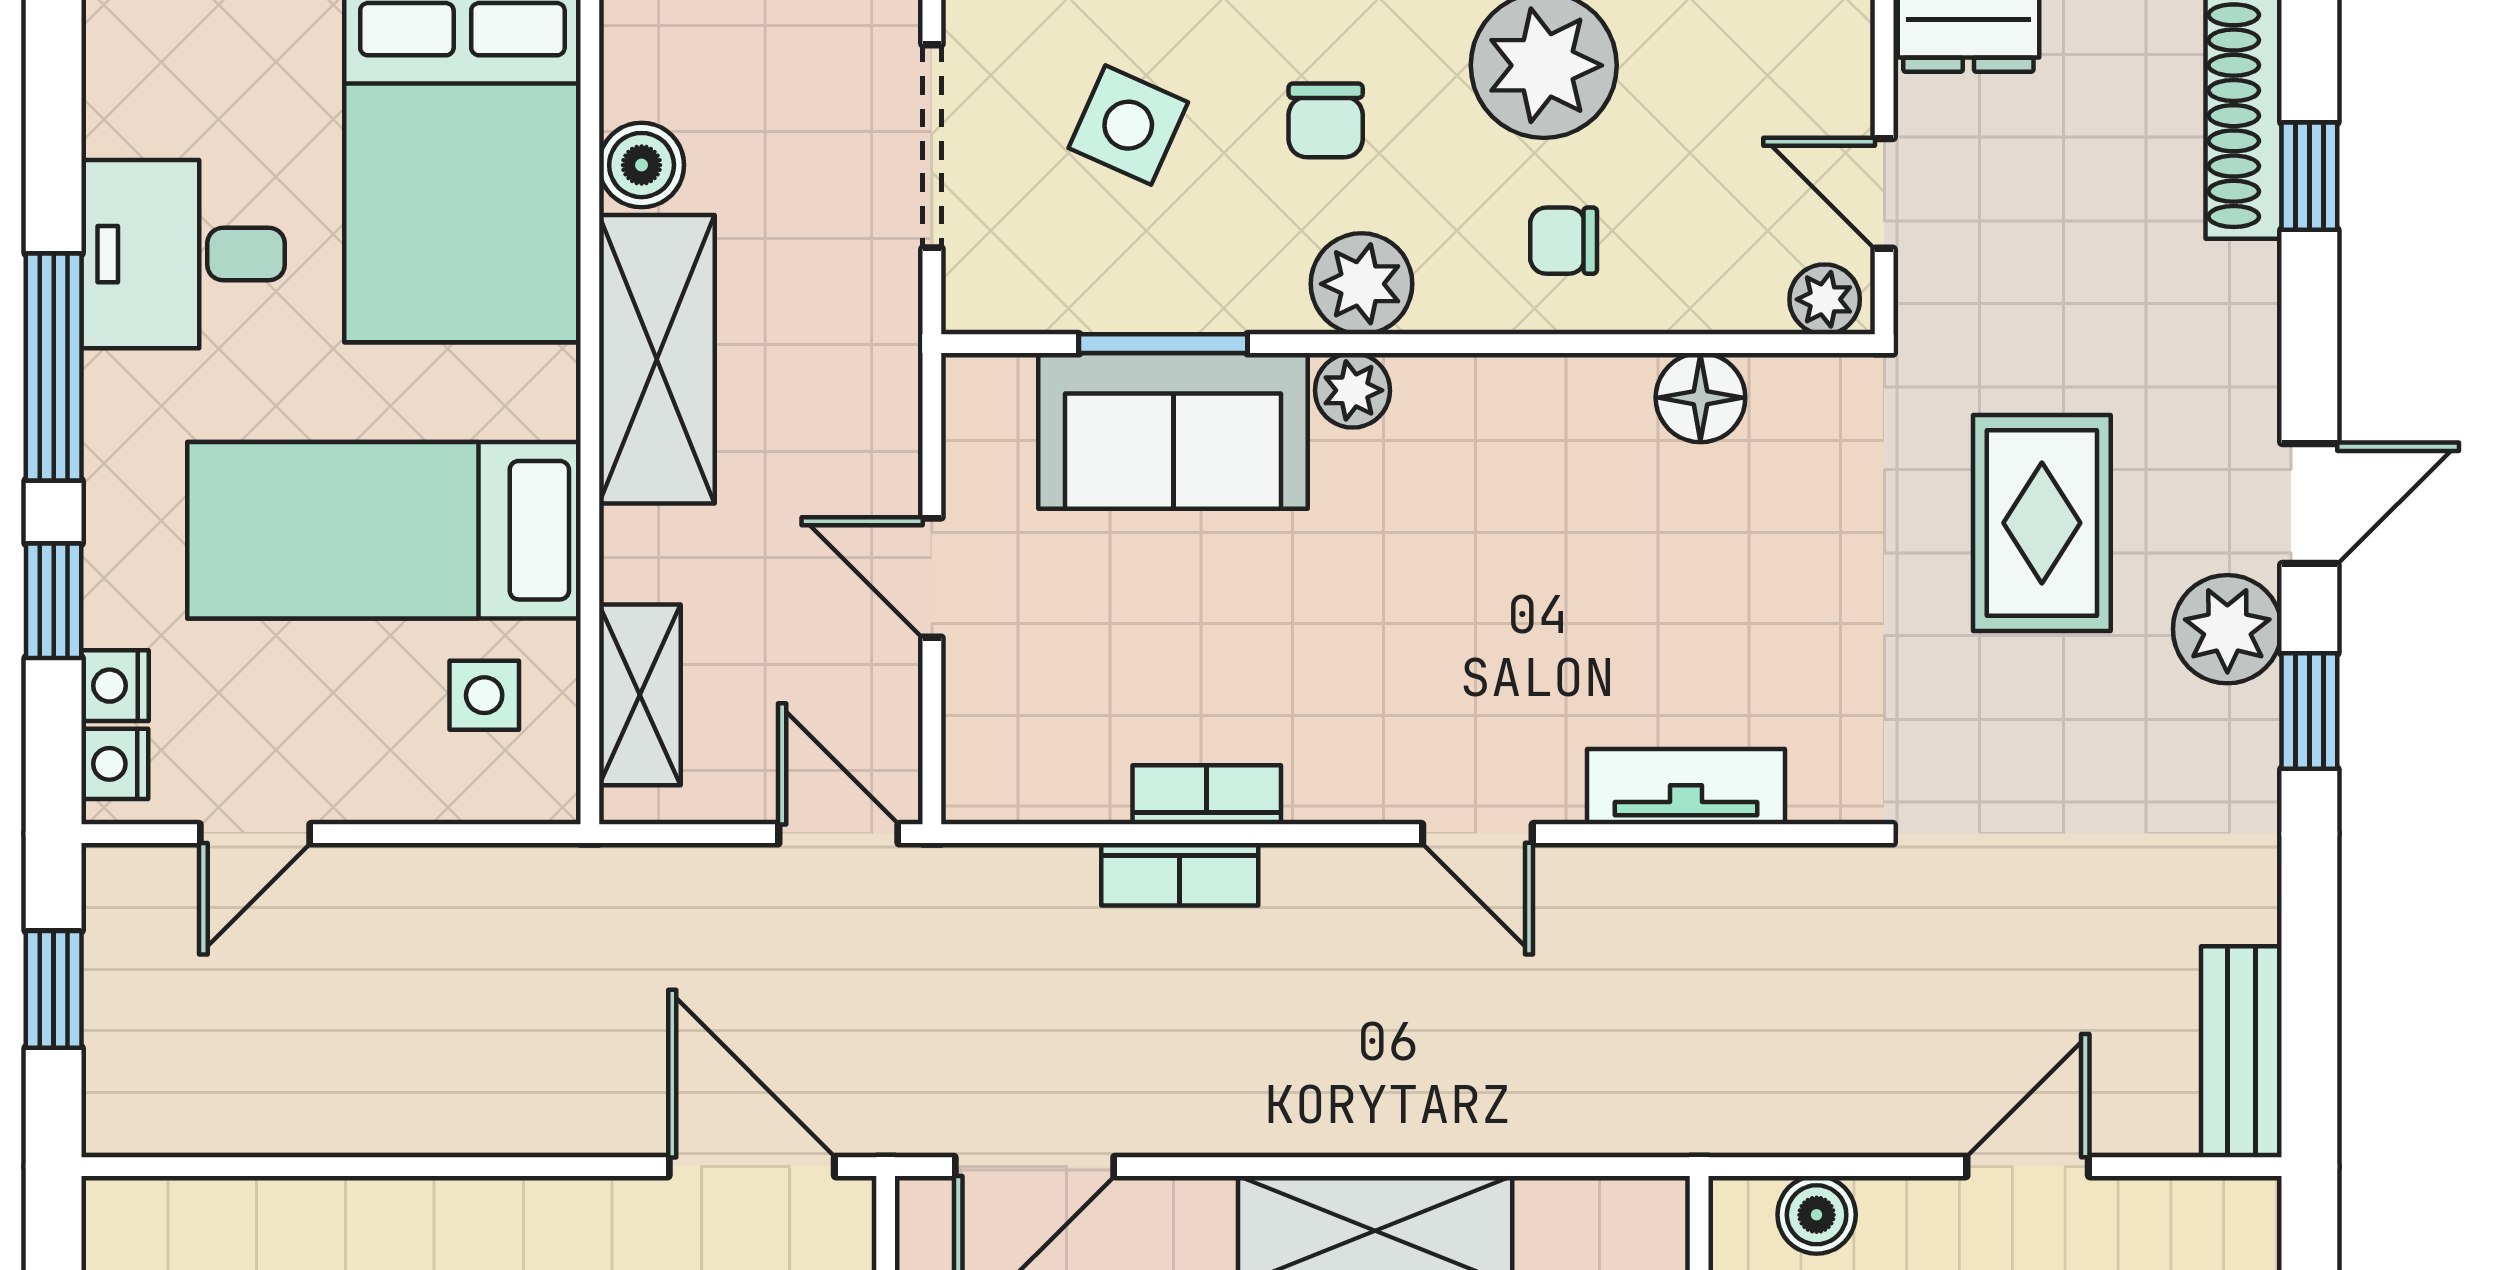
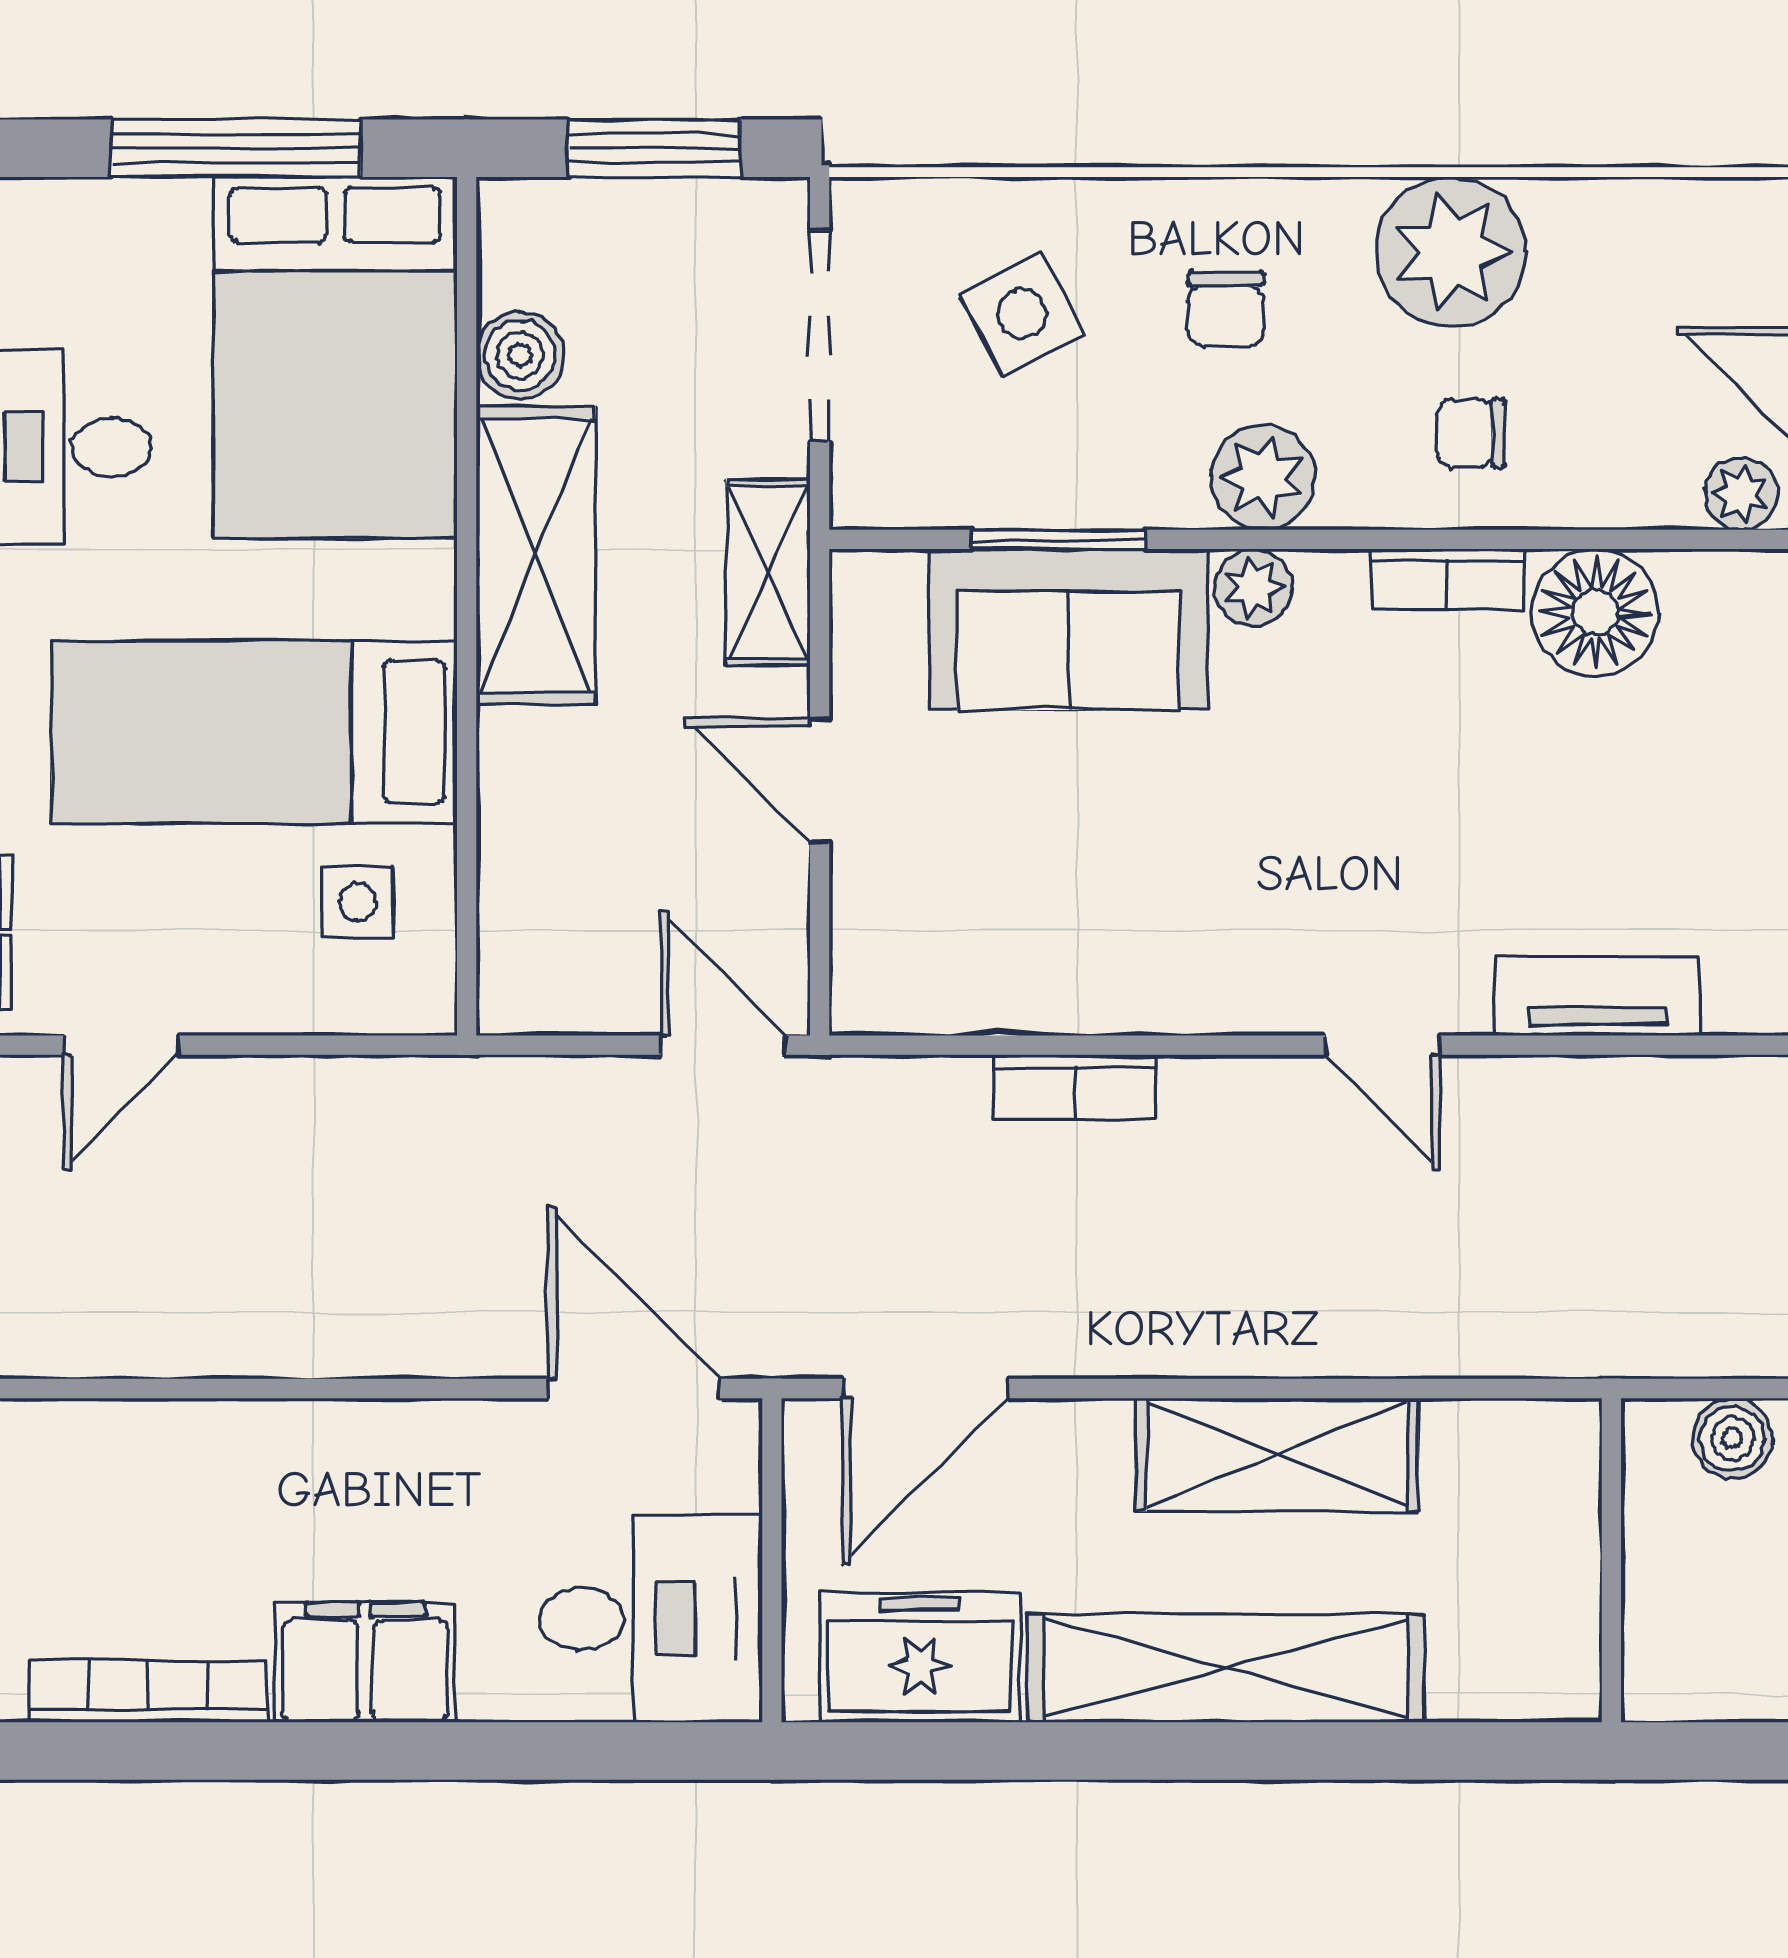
side table: (1128, 125) -> (1022, 314), turned 38
floor lamp: (1700, 398) -> (1595, 612), width x1.38, depth x1.38
shelving: (640, 695) -> (768, 572), moved
bookcase: (1207, 795) -> (1448, 580), moved, turned 180

